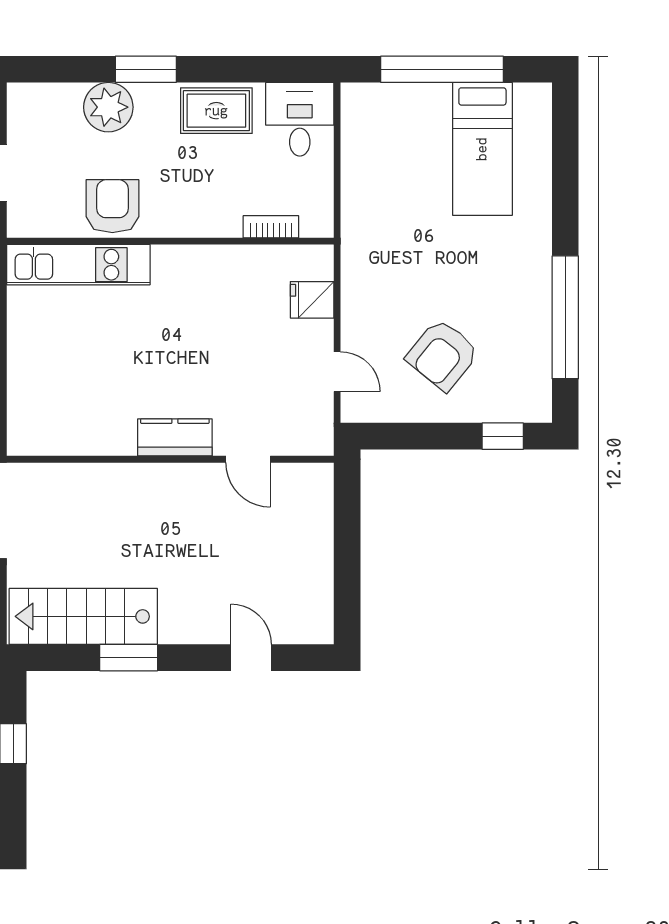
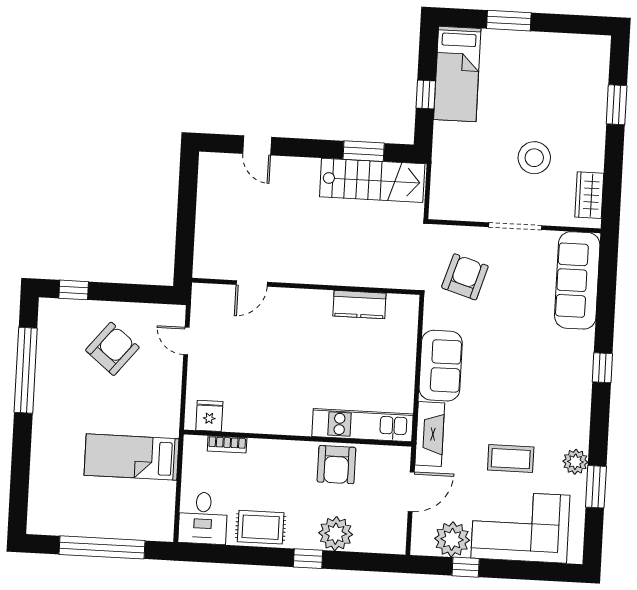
window: (146, 69) -> (308, 559), width x0.67
bed: (482, 149) -> (131, 457), moved, turned -90
fridge: (312, 300) -> (209, 416), moved, turned -90
kitchen counter: (175, 437) -> (359, 305), moved
door: (248, 459) -> (252, 283), swing flipped
window: (129, 658) -> (364, 151), moved

